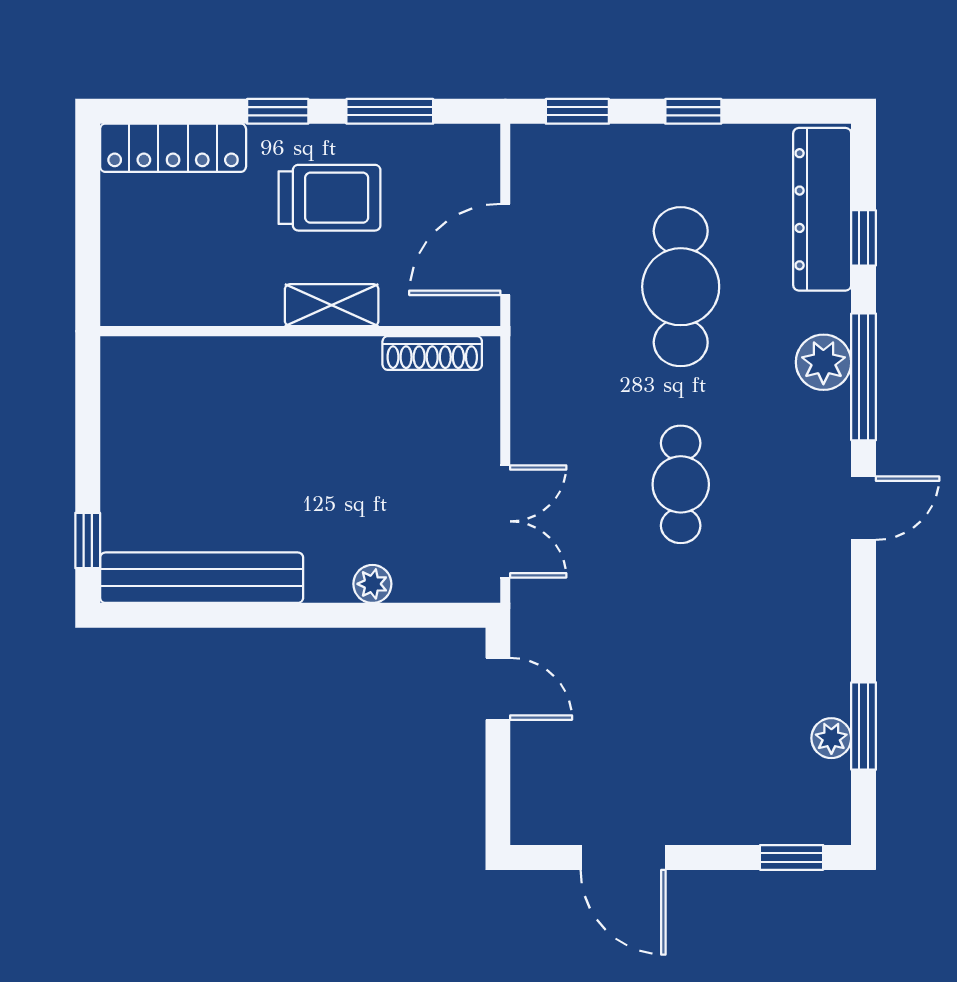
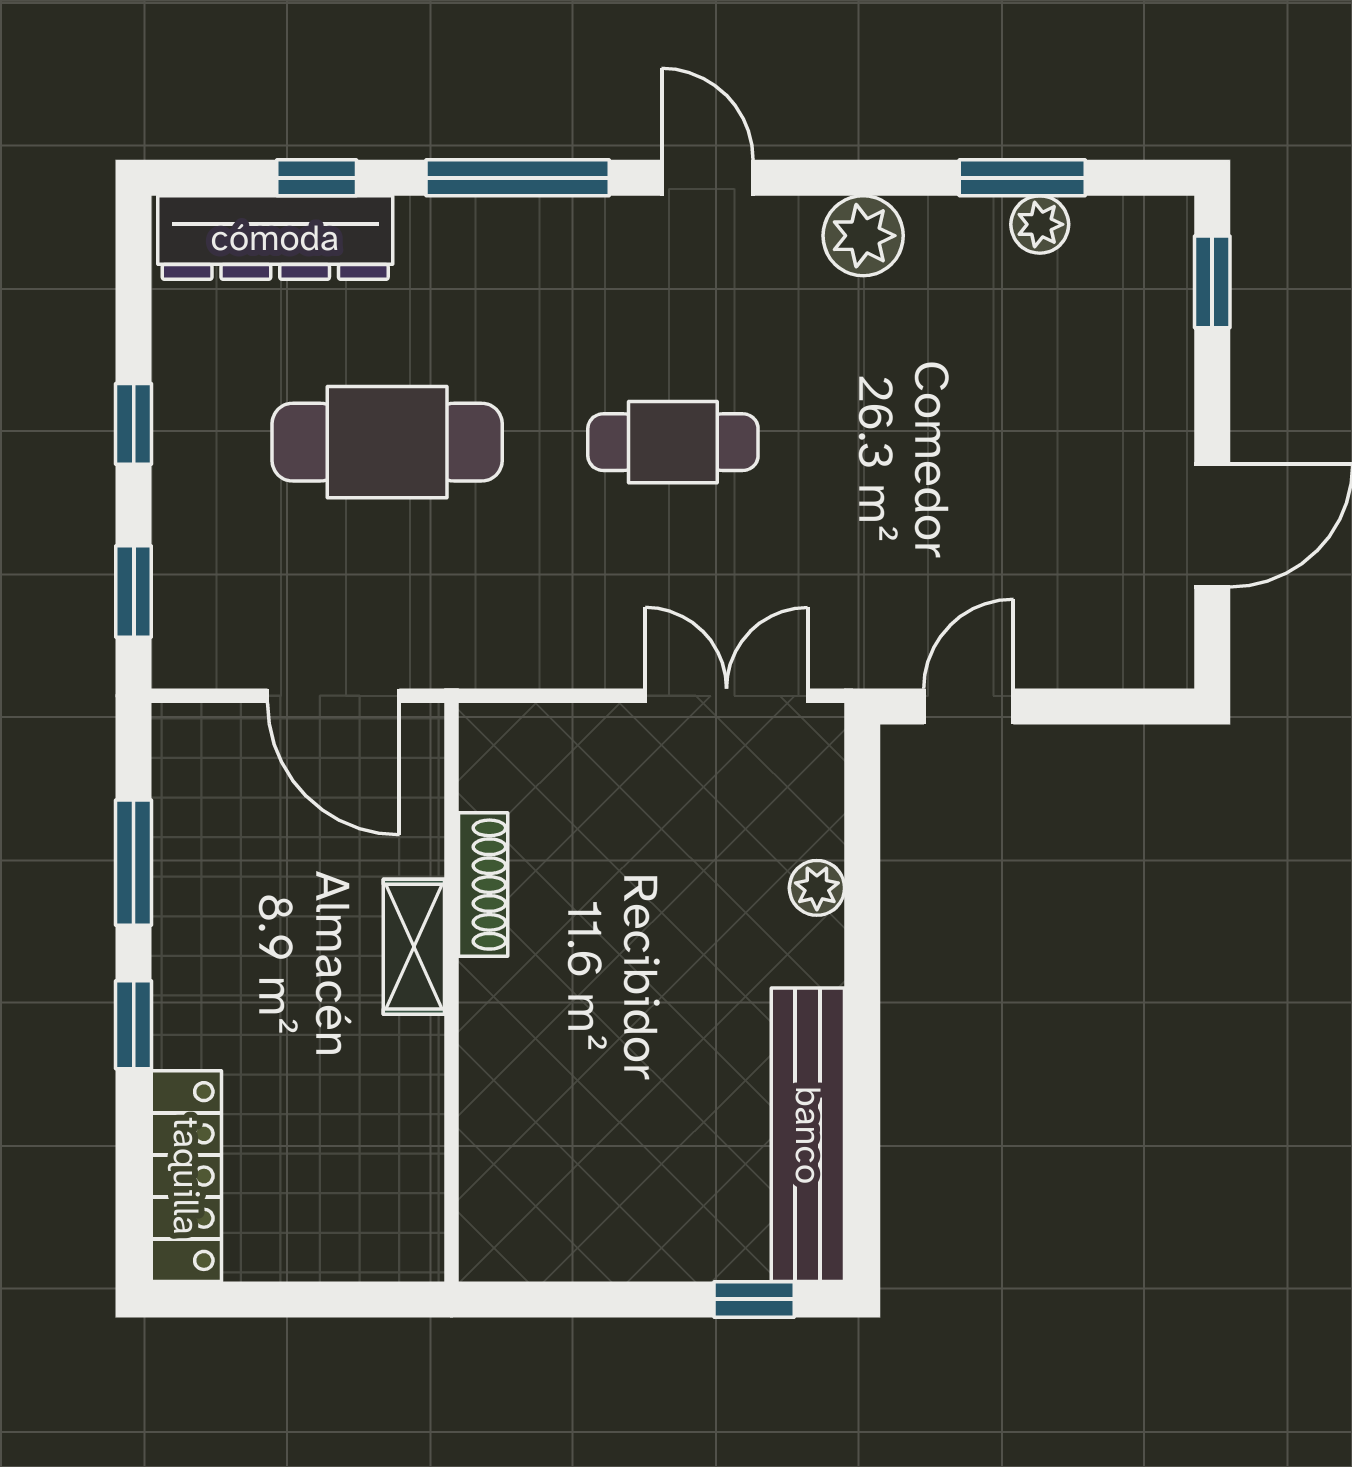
trolley: (329, 198) -> (258, 950), removed
shoe rack: (432, 353) -> (483, 885), moved
plant: (823, 362) -> (863, 236), moved

